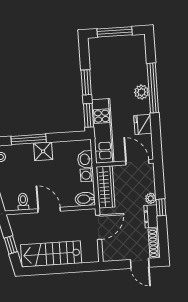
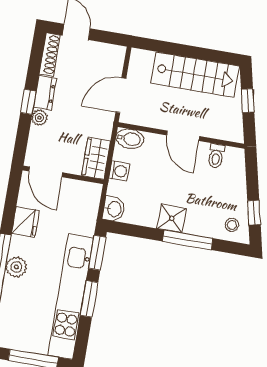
kitchen unit: (103, 131) -> (71, 297), moved, width x1.36
washbasin: (85, 159) -> (114, 209), moved
wardrobe: (106, 187) -> (96, 158), width x0.67

